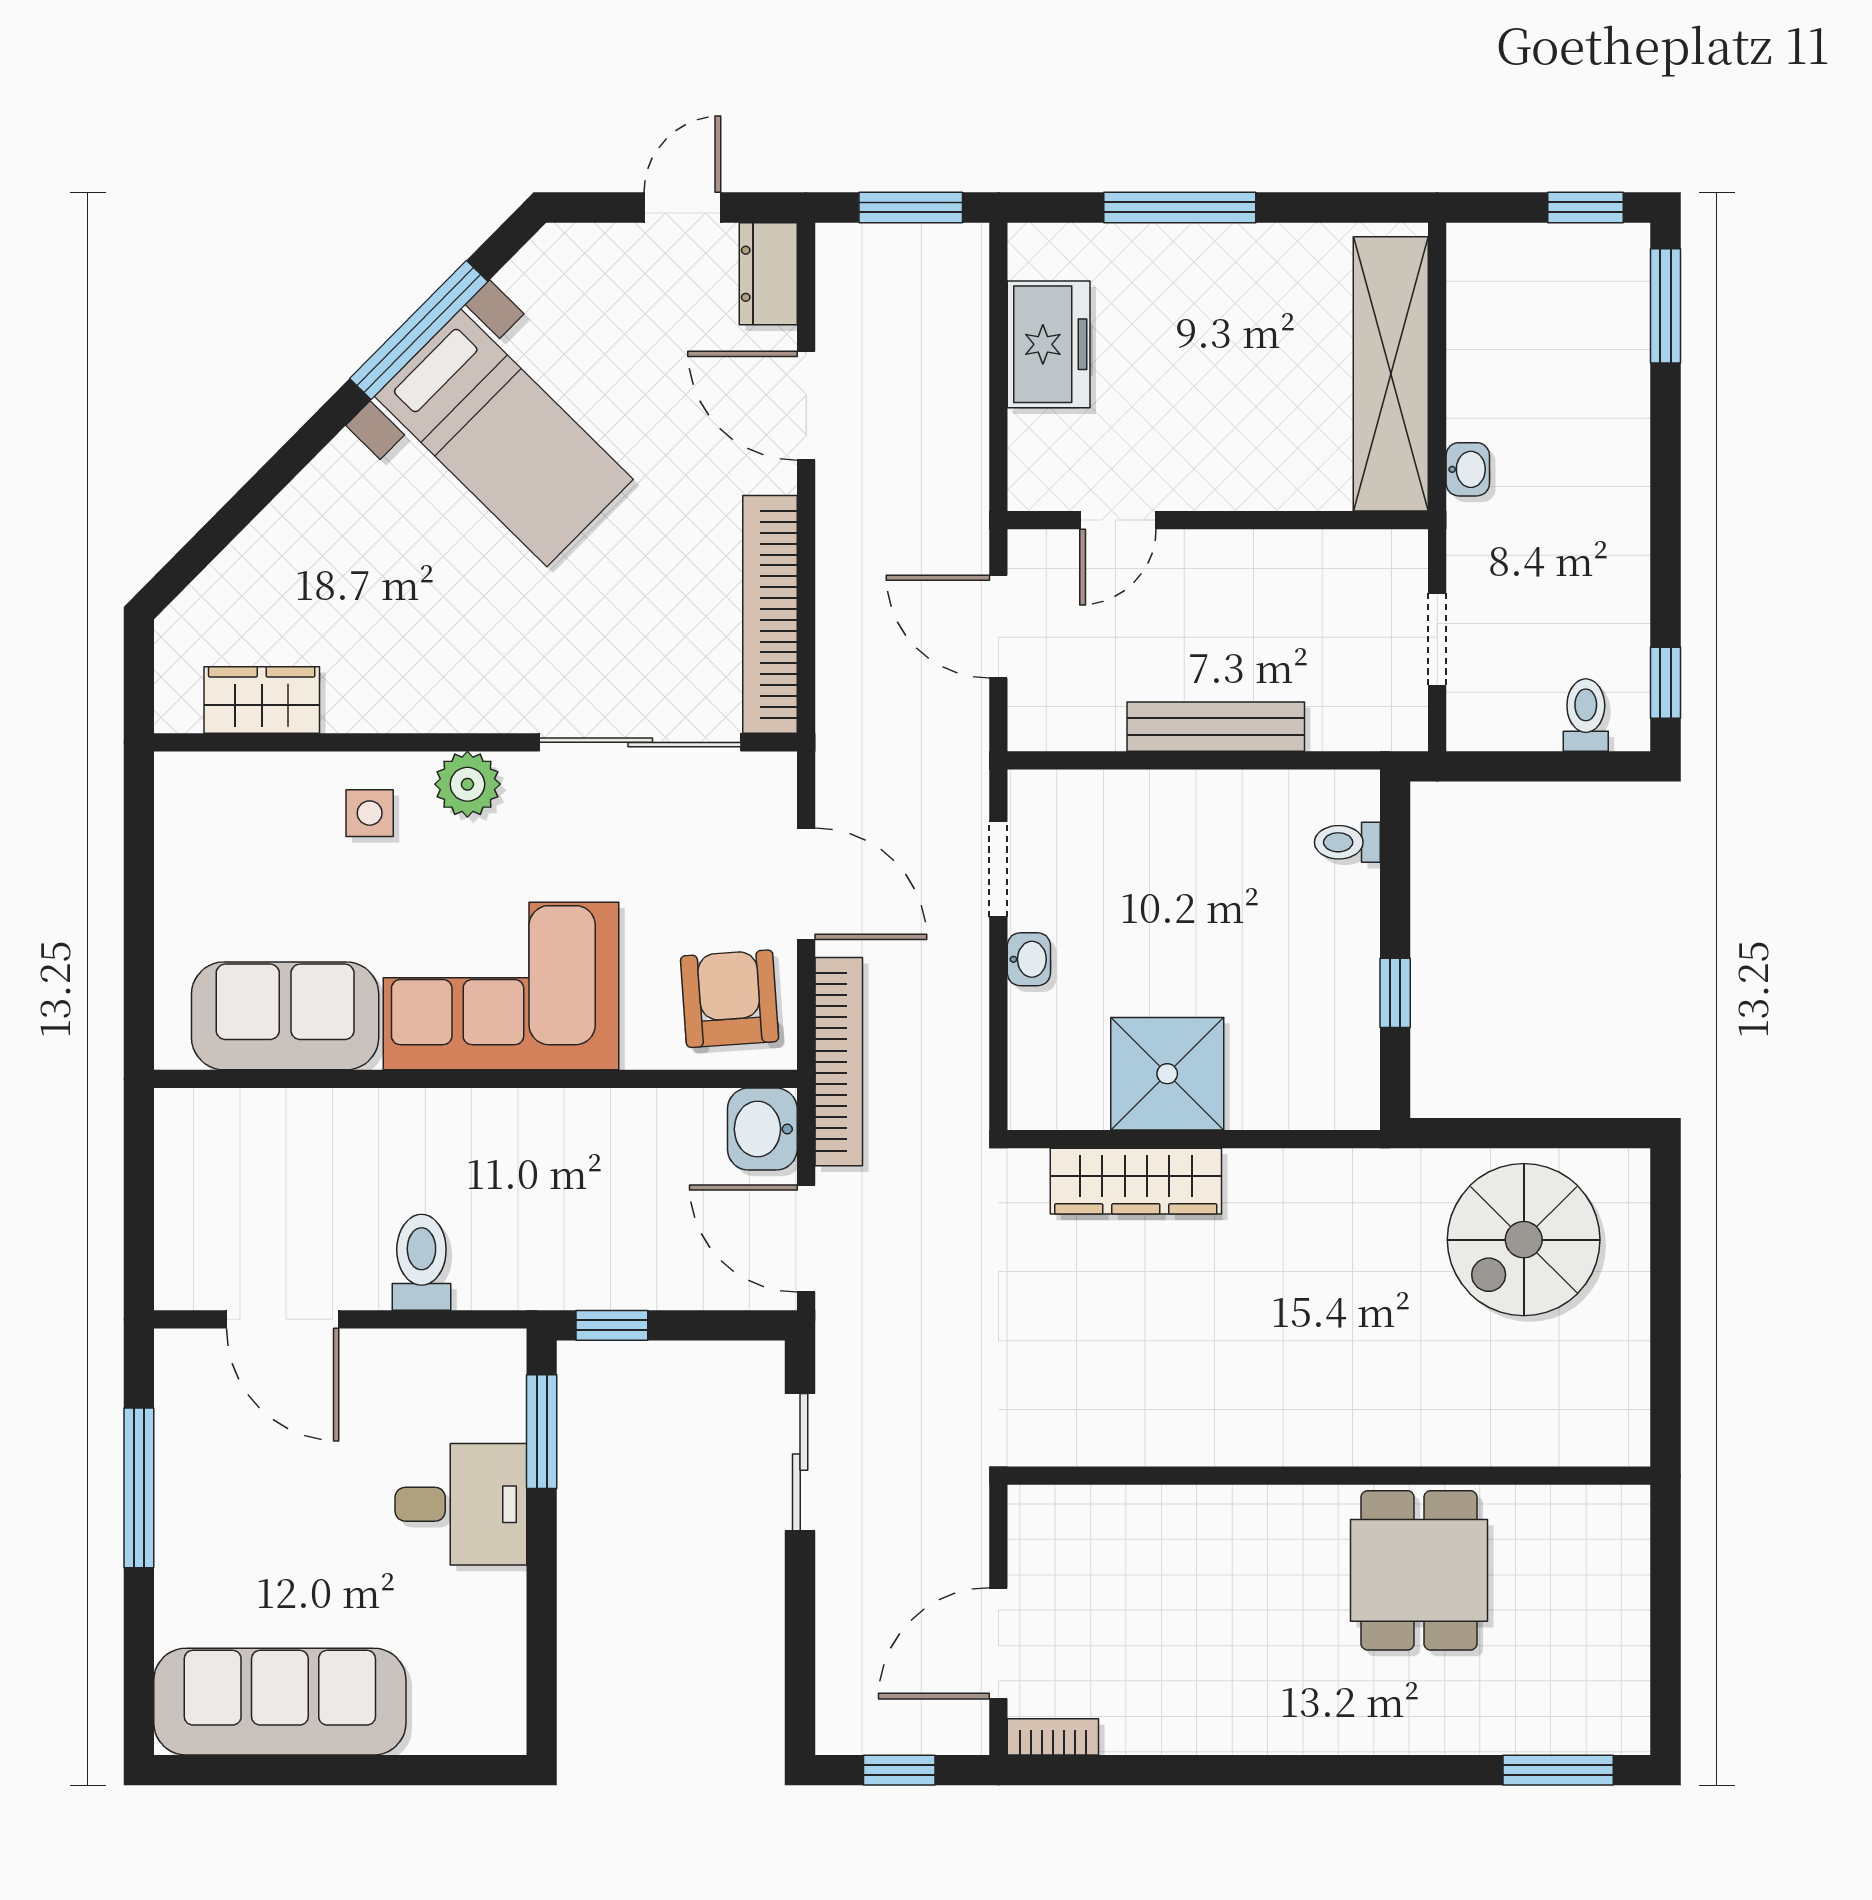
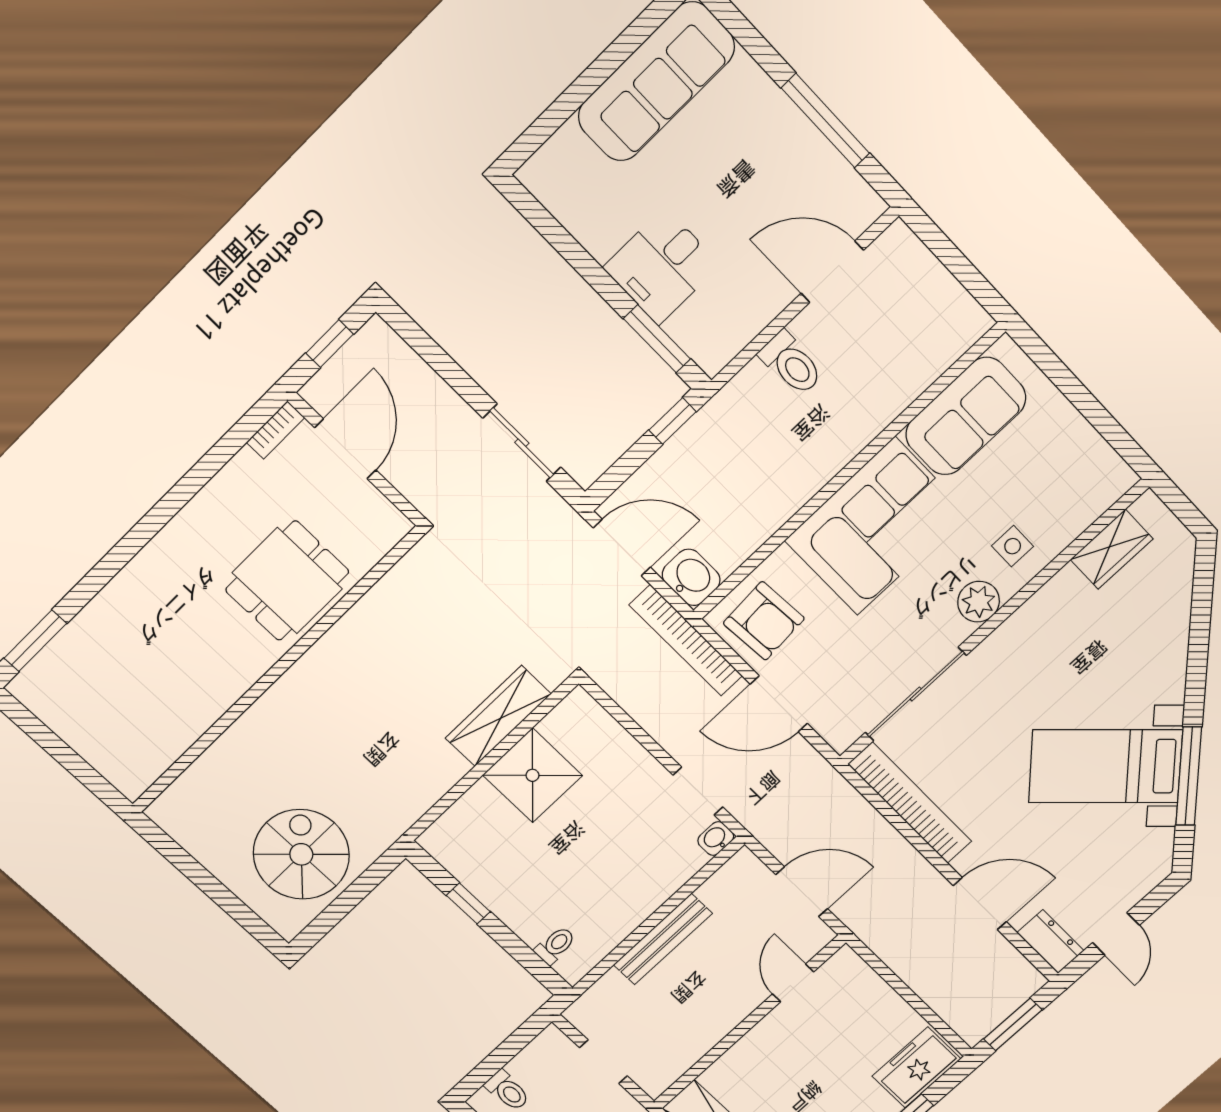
freezer: (1049, 344) -> (916, 1067), moved, turned 90
washbasin: (1029, 959) -> (716, 839), moved, turned 90
dining table: (1419, 1570) -> (287, 581), moved, turned 90

